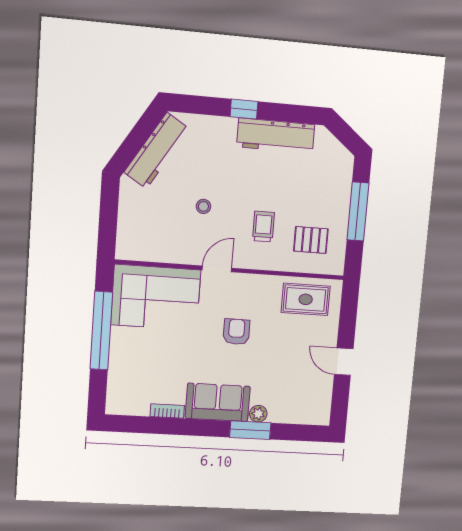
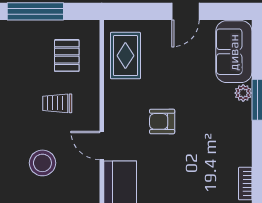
stool: (203, 206) -> (42, 163), width x1.89, depth x1.89
sofa: (218, 402) -> (234, 52), moved

